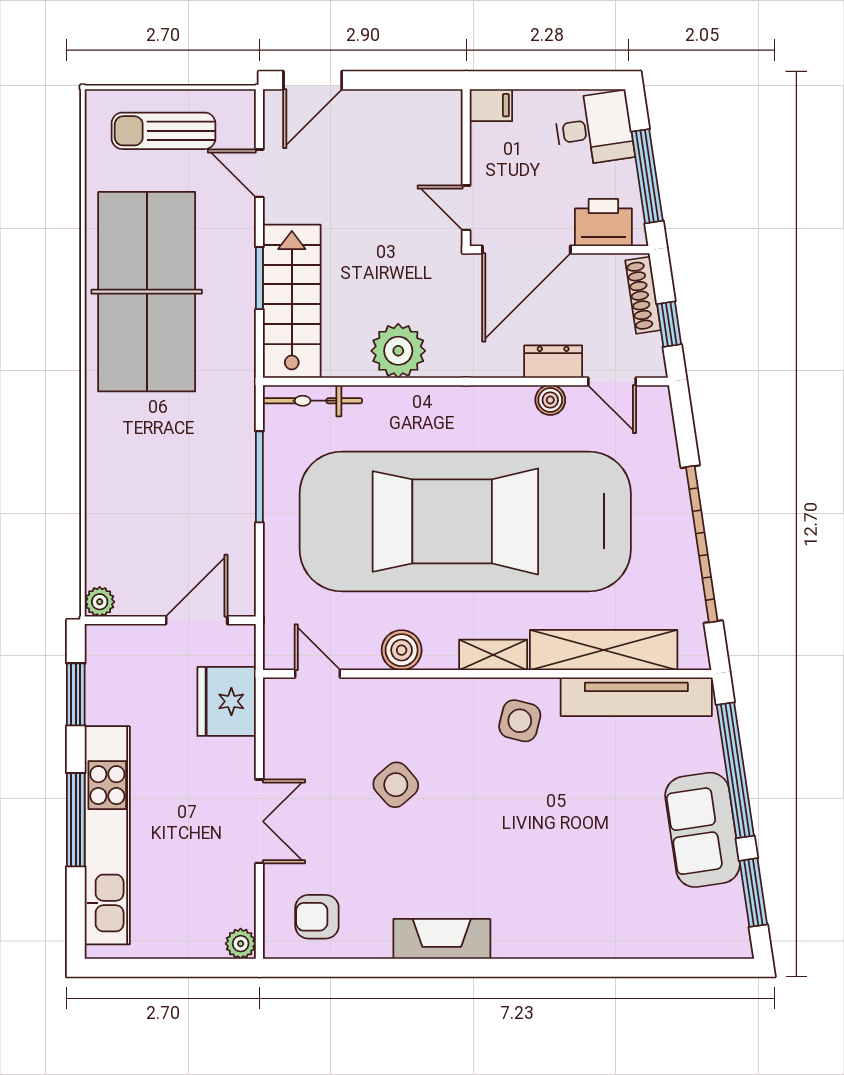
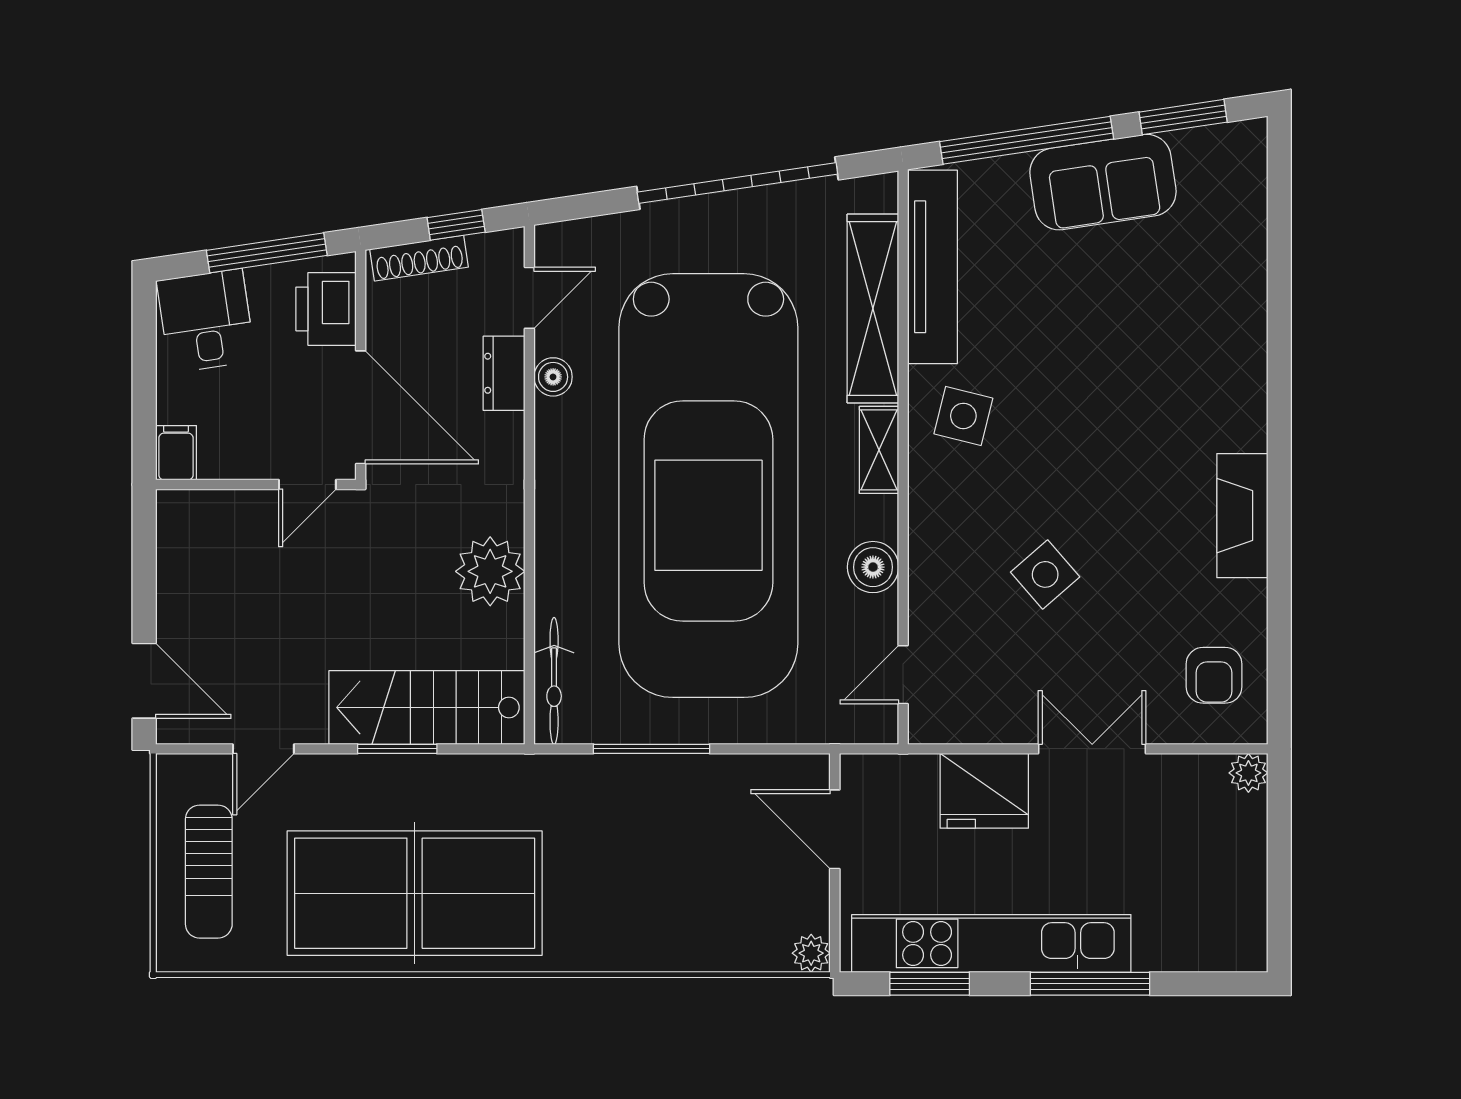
fridge: (227, 701) -> (984, 791), moved
kitchen unit: (107, 835) -> (991, 943), moved

